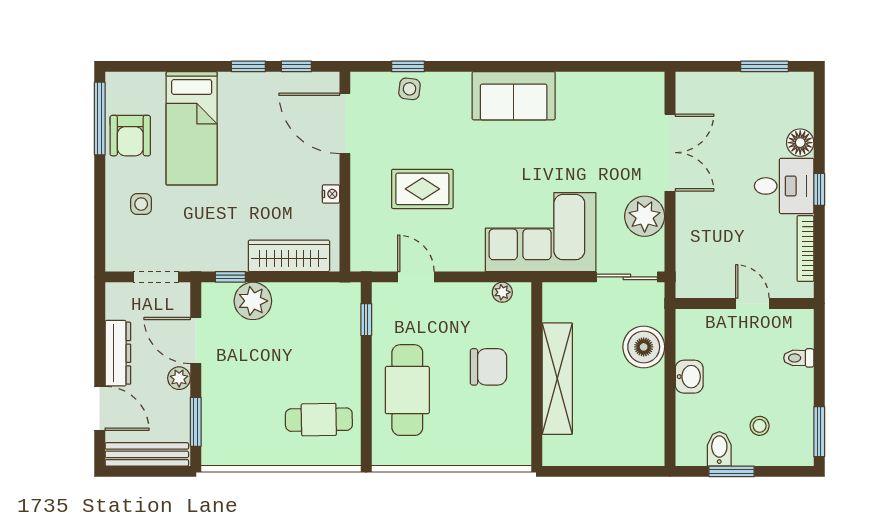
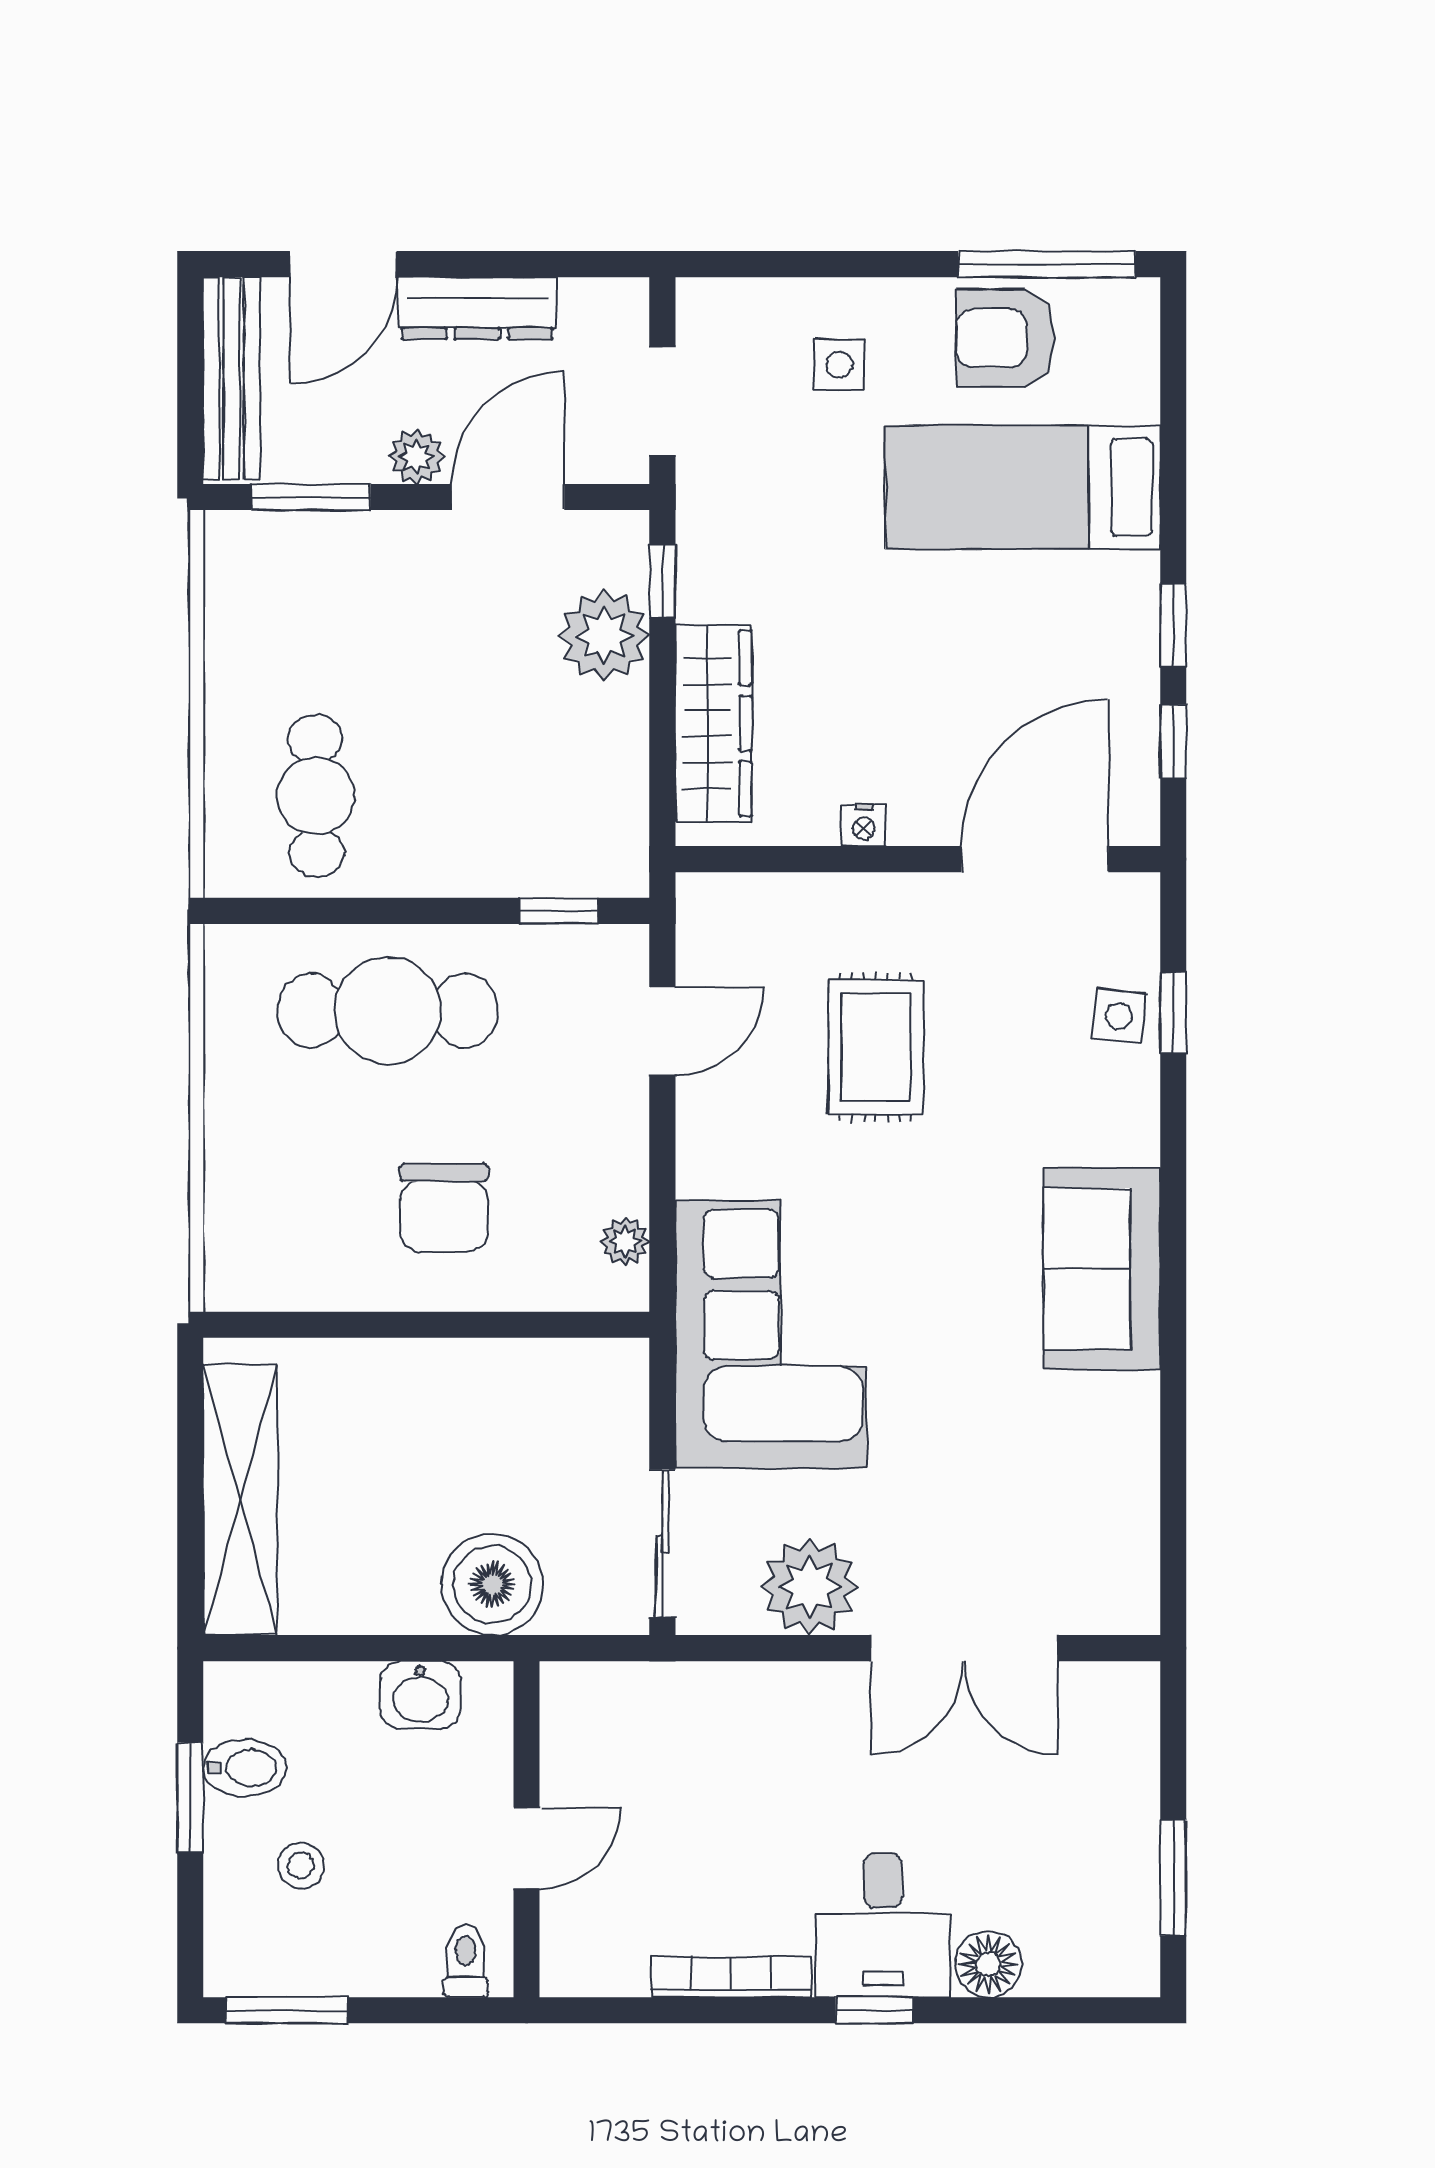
wall: (745, 304) -> (527, 1829), moved
door: (752, 304) -> (527, 1848), moved
shelving: (557, 379) -> (240, 1500), moved, turned 90

